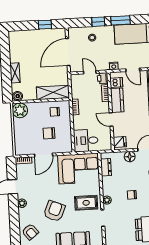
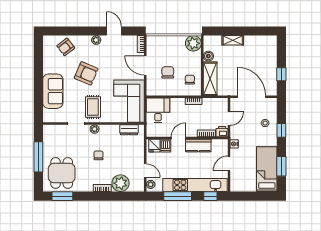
window: (121, 20) -> (281, 166), moved
dishwasher: (116, 83) -> (166, 146), moved
boiler: (18, 96) -> (208, 56), moved
floor lamp: (130, 157) -> (139, 155), removed

